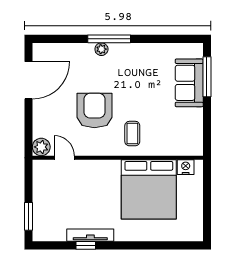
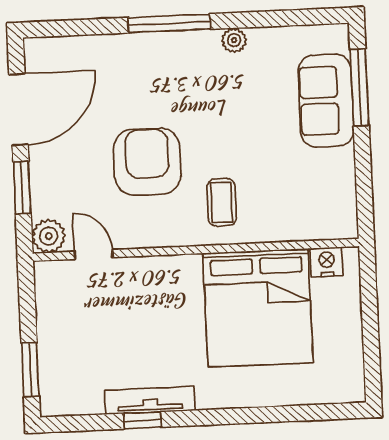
plant: (101, 49) -> (234, 40), moved
window: (29, 121) -> (22, 188), added

